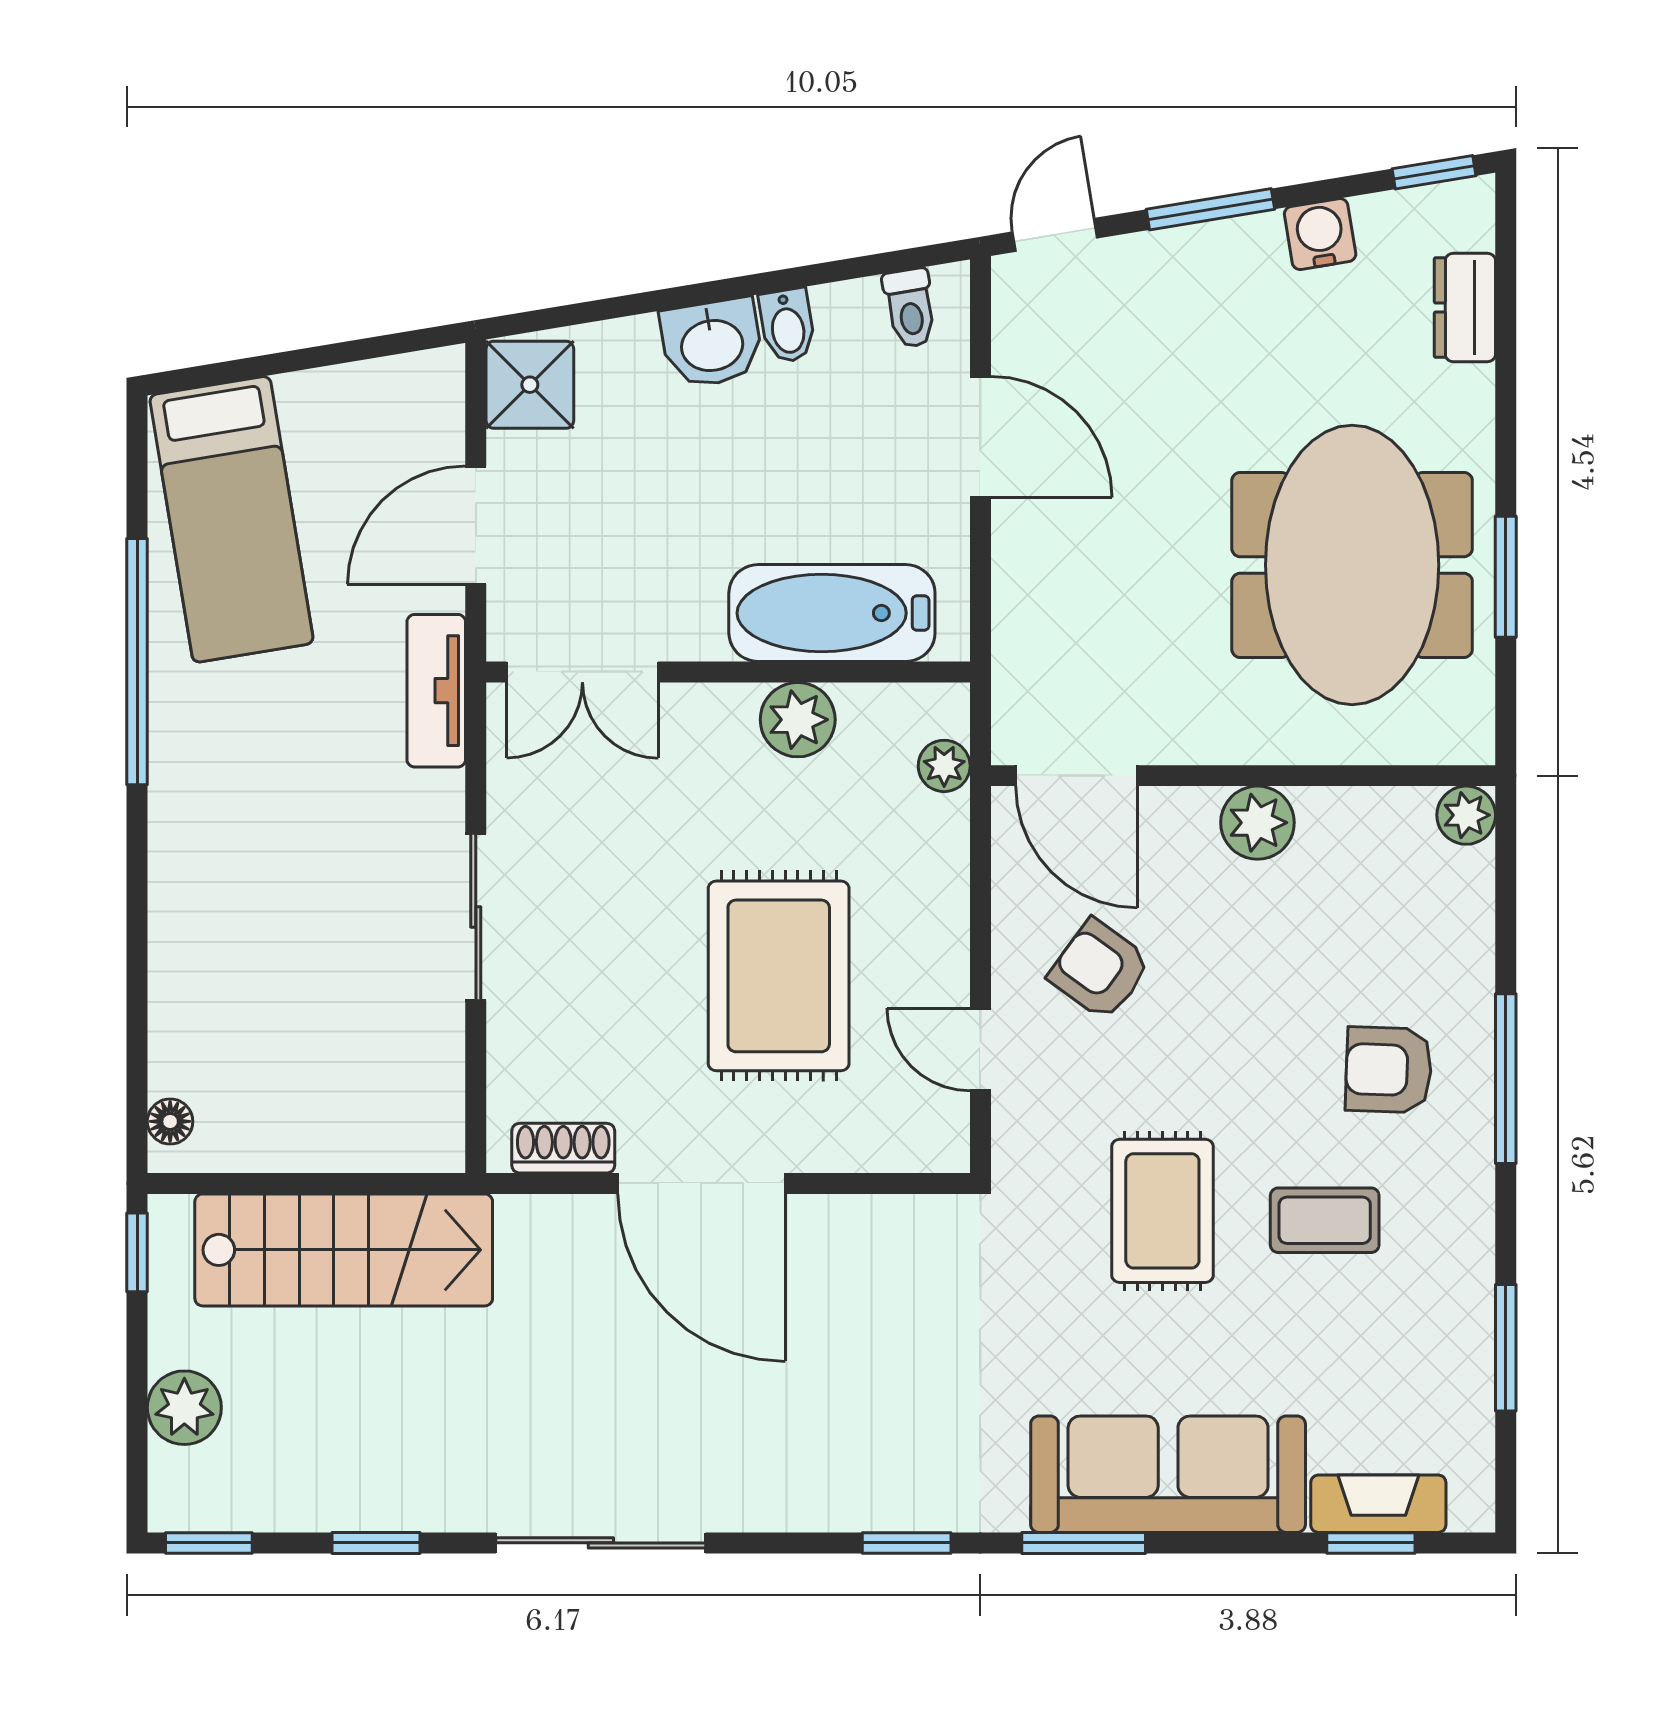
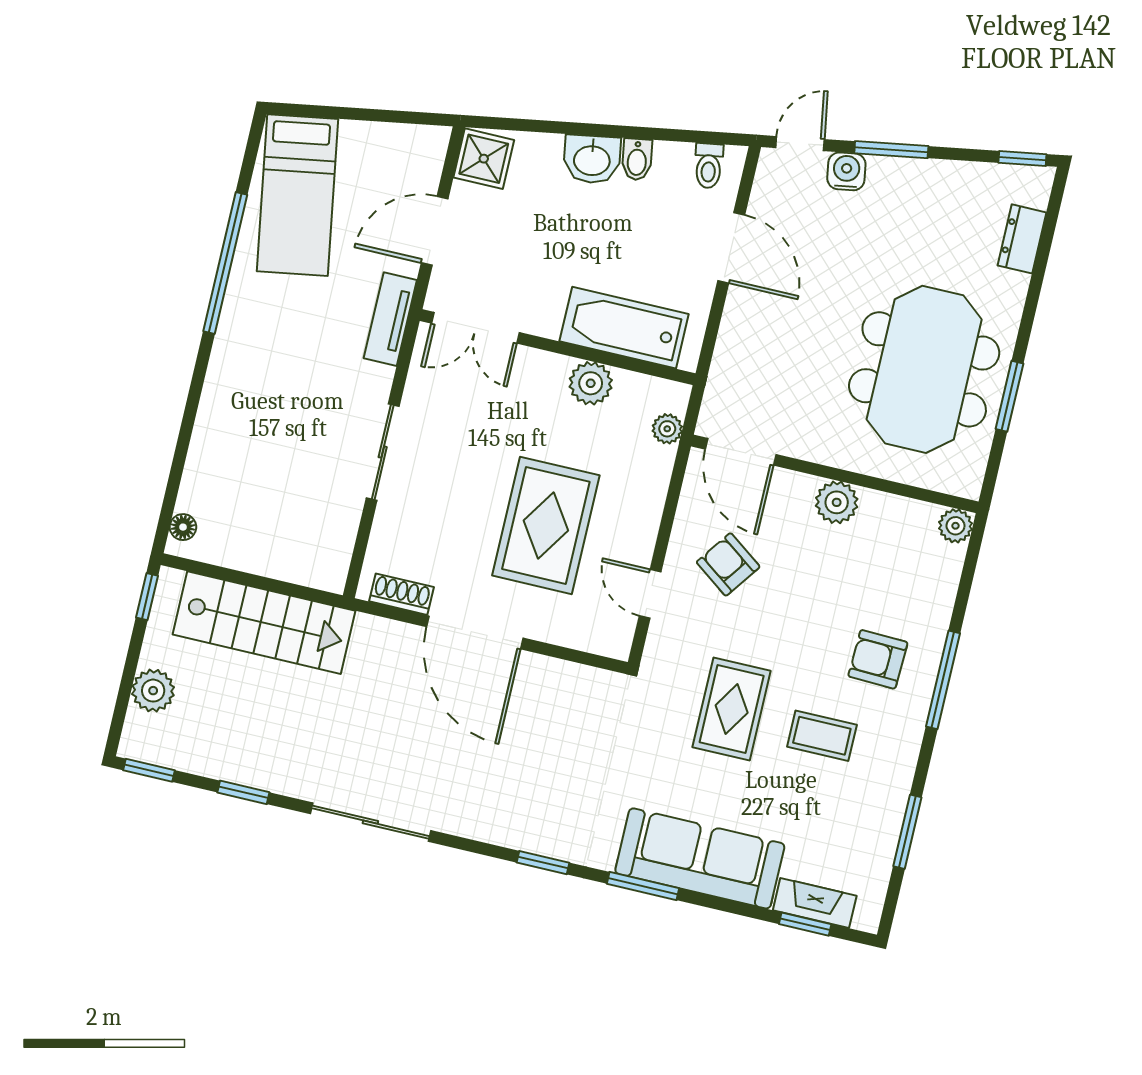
water cooler: (1320, 234) -> (846, 171), moved

